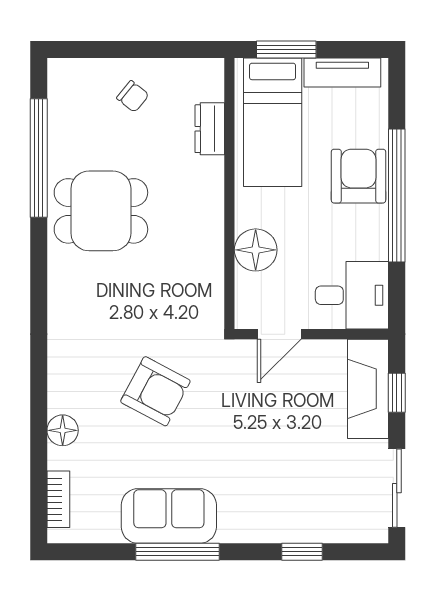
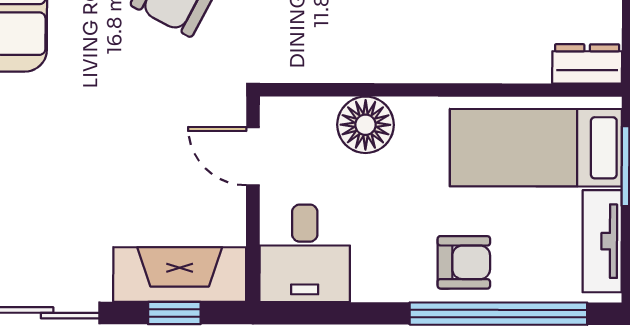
dresser: (210, 129) -> (587, 64), moved
armchair: (358, 176) -> (464, 262), width x0.72, depth x0.72
window: (397, 195) -> (498, 314), moved

